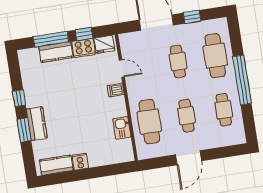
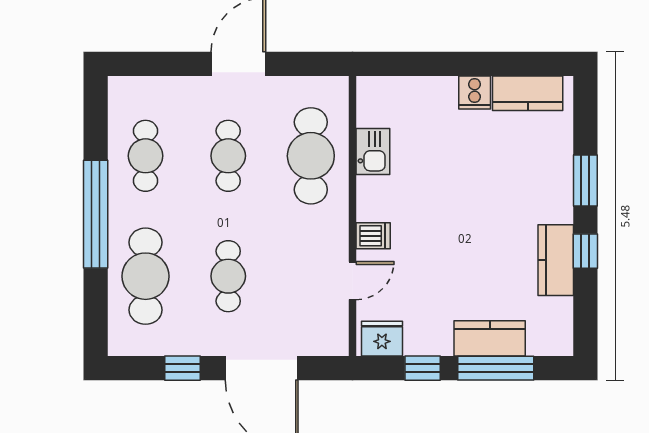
cooker: (84, 48) -> (428, 338), removed
door: (122, 68) -> (352, 281), swing flipped
kitchen counter: (37, 124) -> (556, 260), moved

